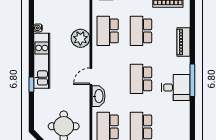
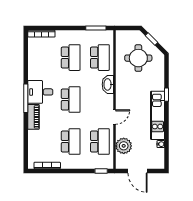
plant: (80, 38) -> (124, 146), moved
piano: (183, 42) -> (34, 117), moved
door: (91, 76) -> (115, 117), moved

